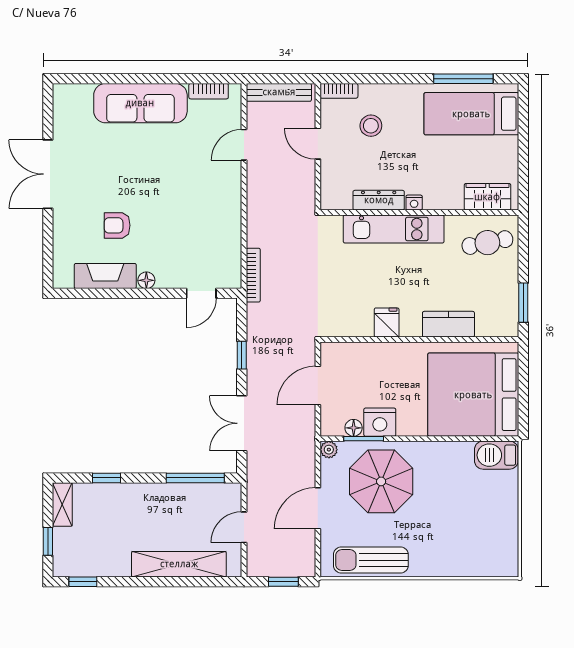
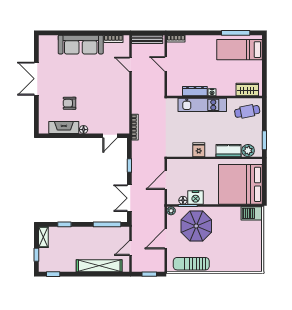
stool: (371, 126) -> (191, 55), removed
door: (244, 145) -> (130, 64), hinge flipped
plant: (489, 324) -> (248, 151), added

